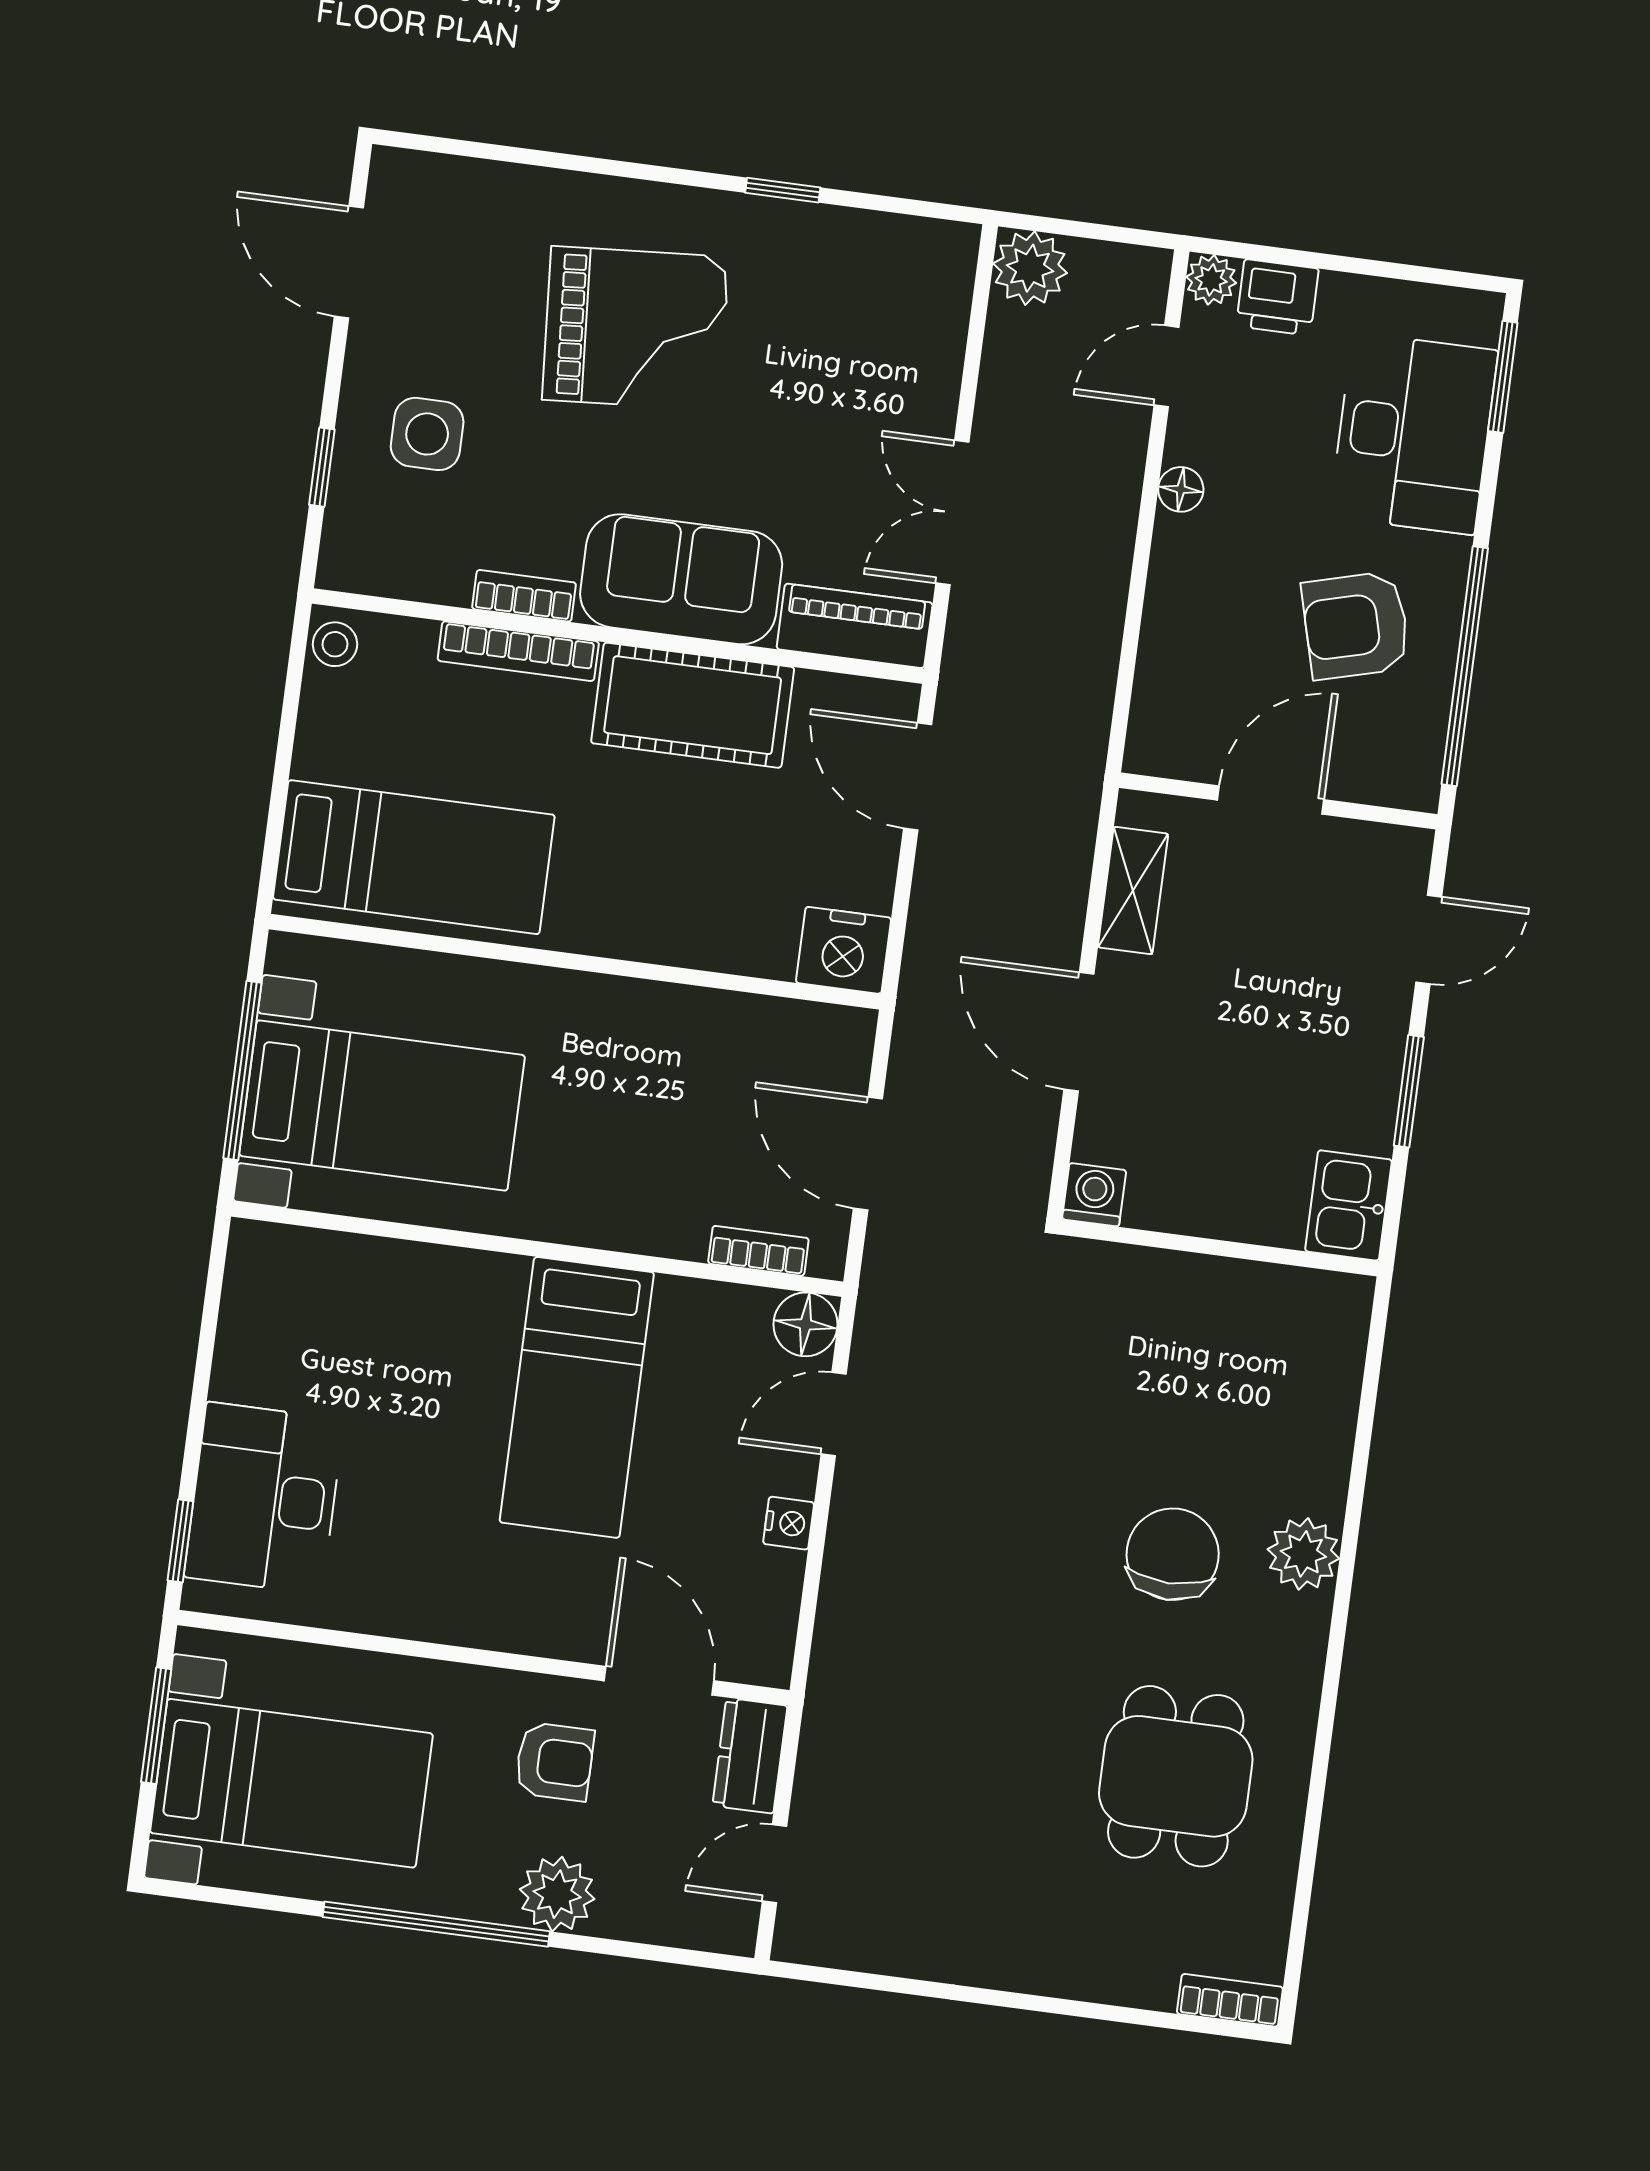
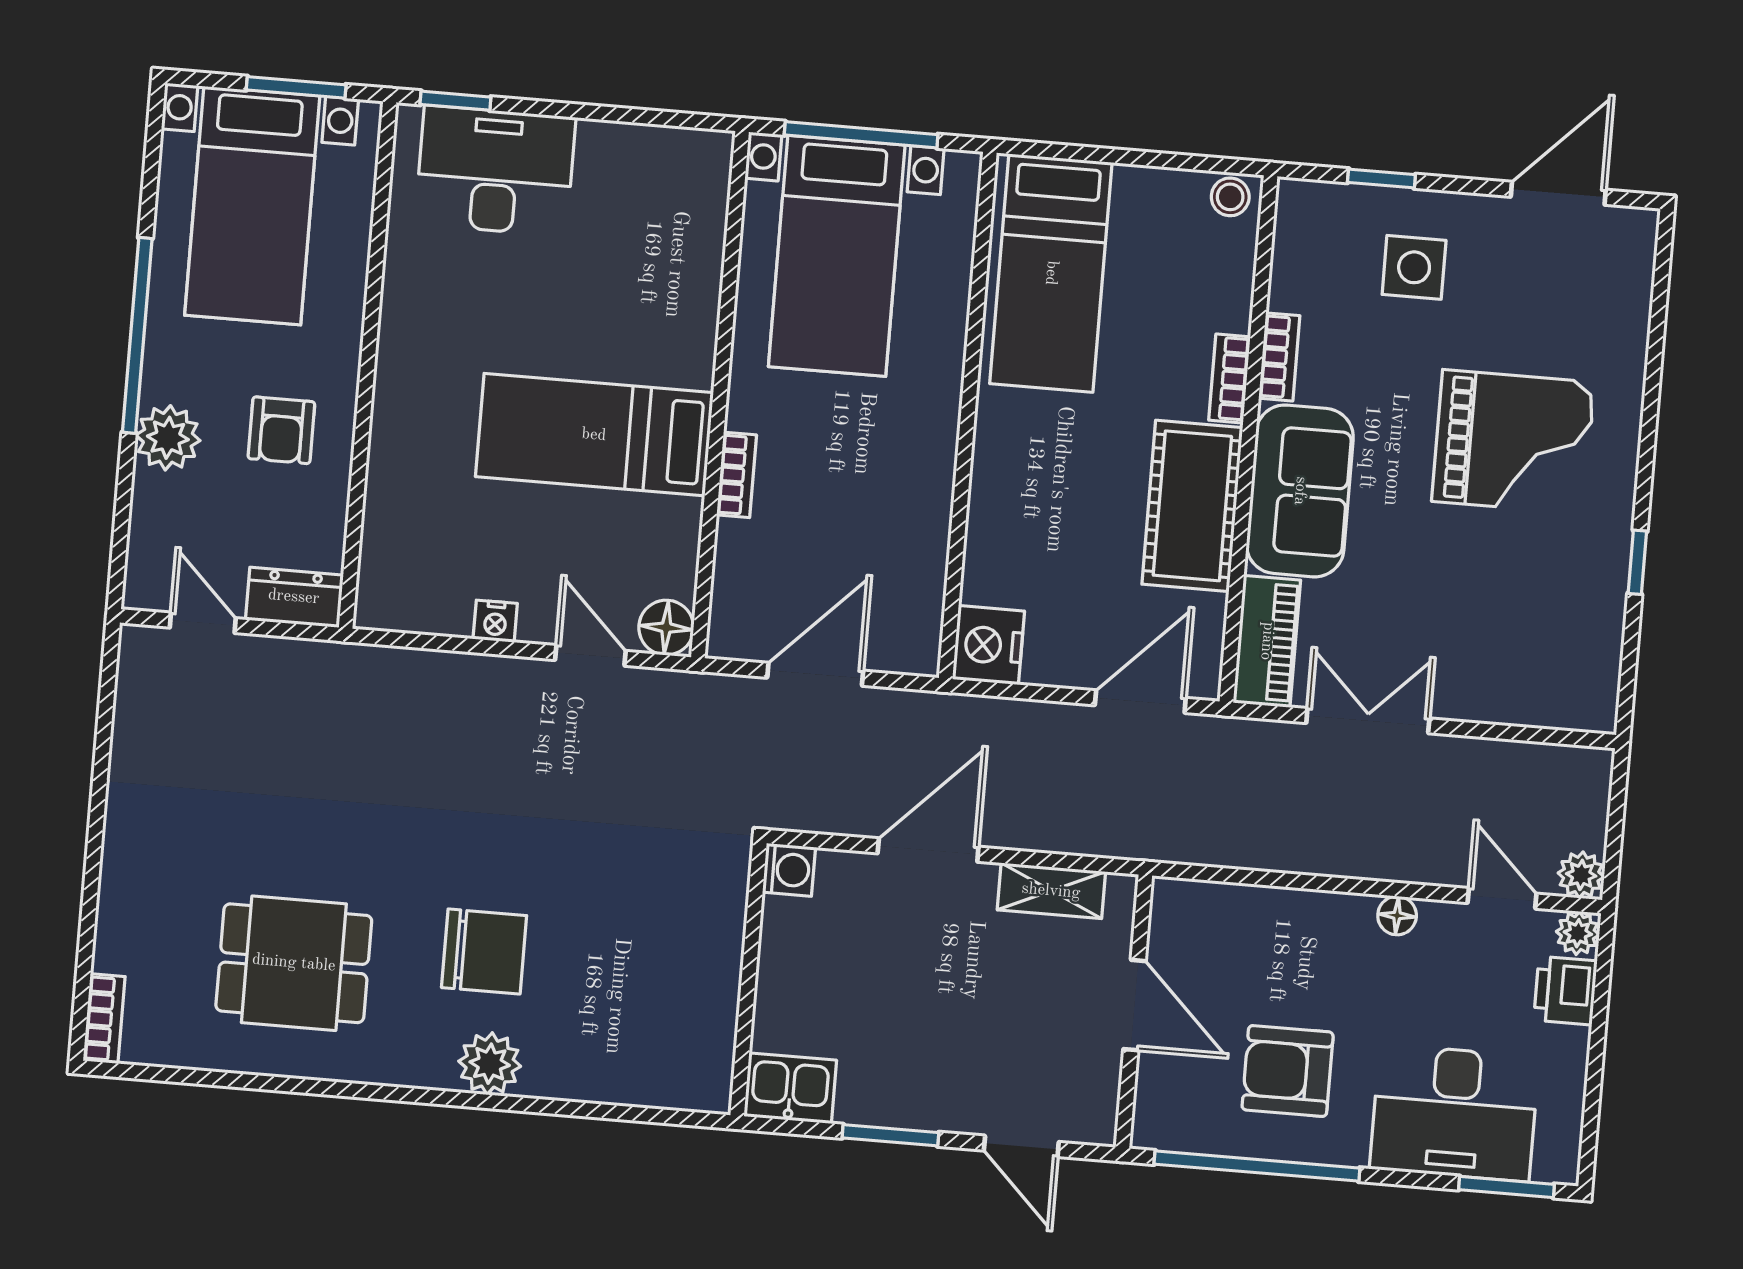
plant: (1030, 268) -> (1581, 875), moved, width x0.73, depth x0.73
grand piano: (636, 328) -> (1513, 442), turned -86
armchair: (1356, 625) -> (1288, 1071), turned -75
bookcase: (518, 651) -> (1230, 378), width x0.64
bookcase: (758, 1251) -> (737, 475), moved
door: (659, 1681) -> (355, 516), removed

